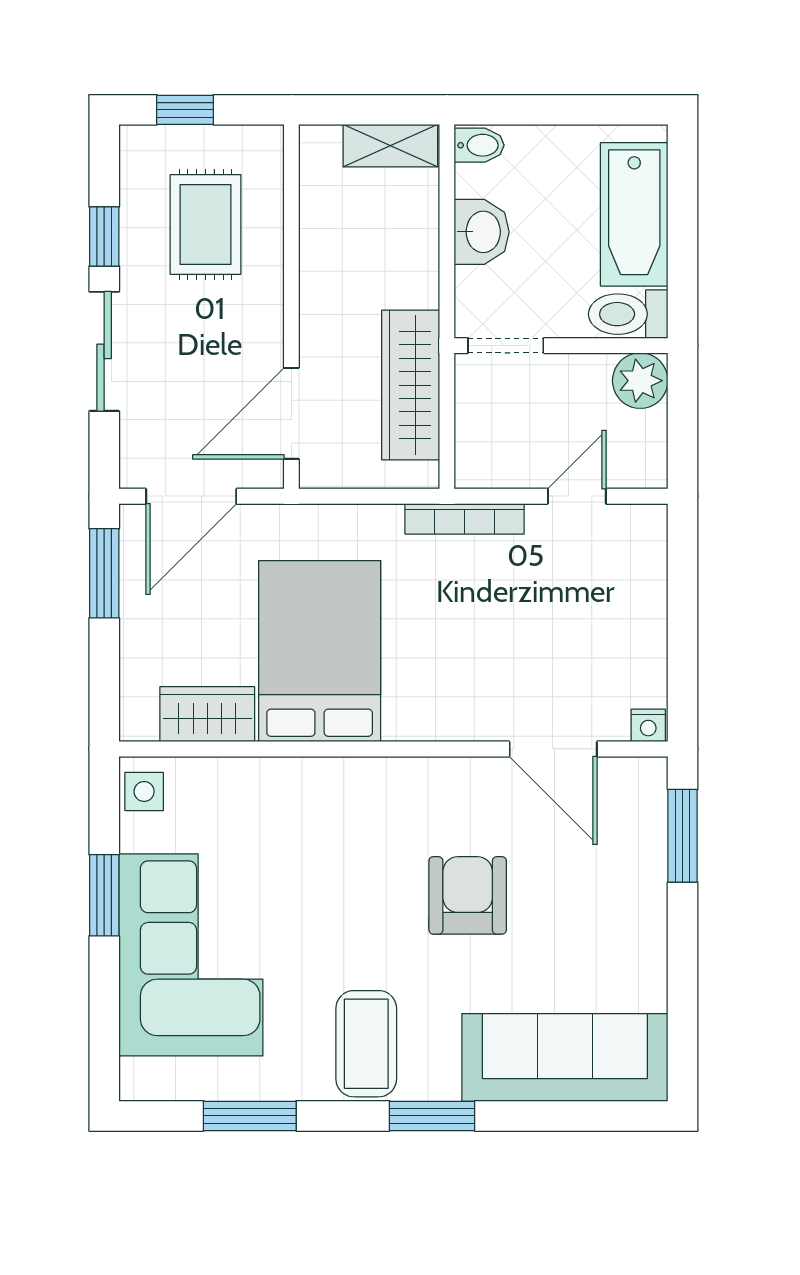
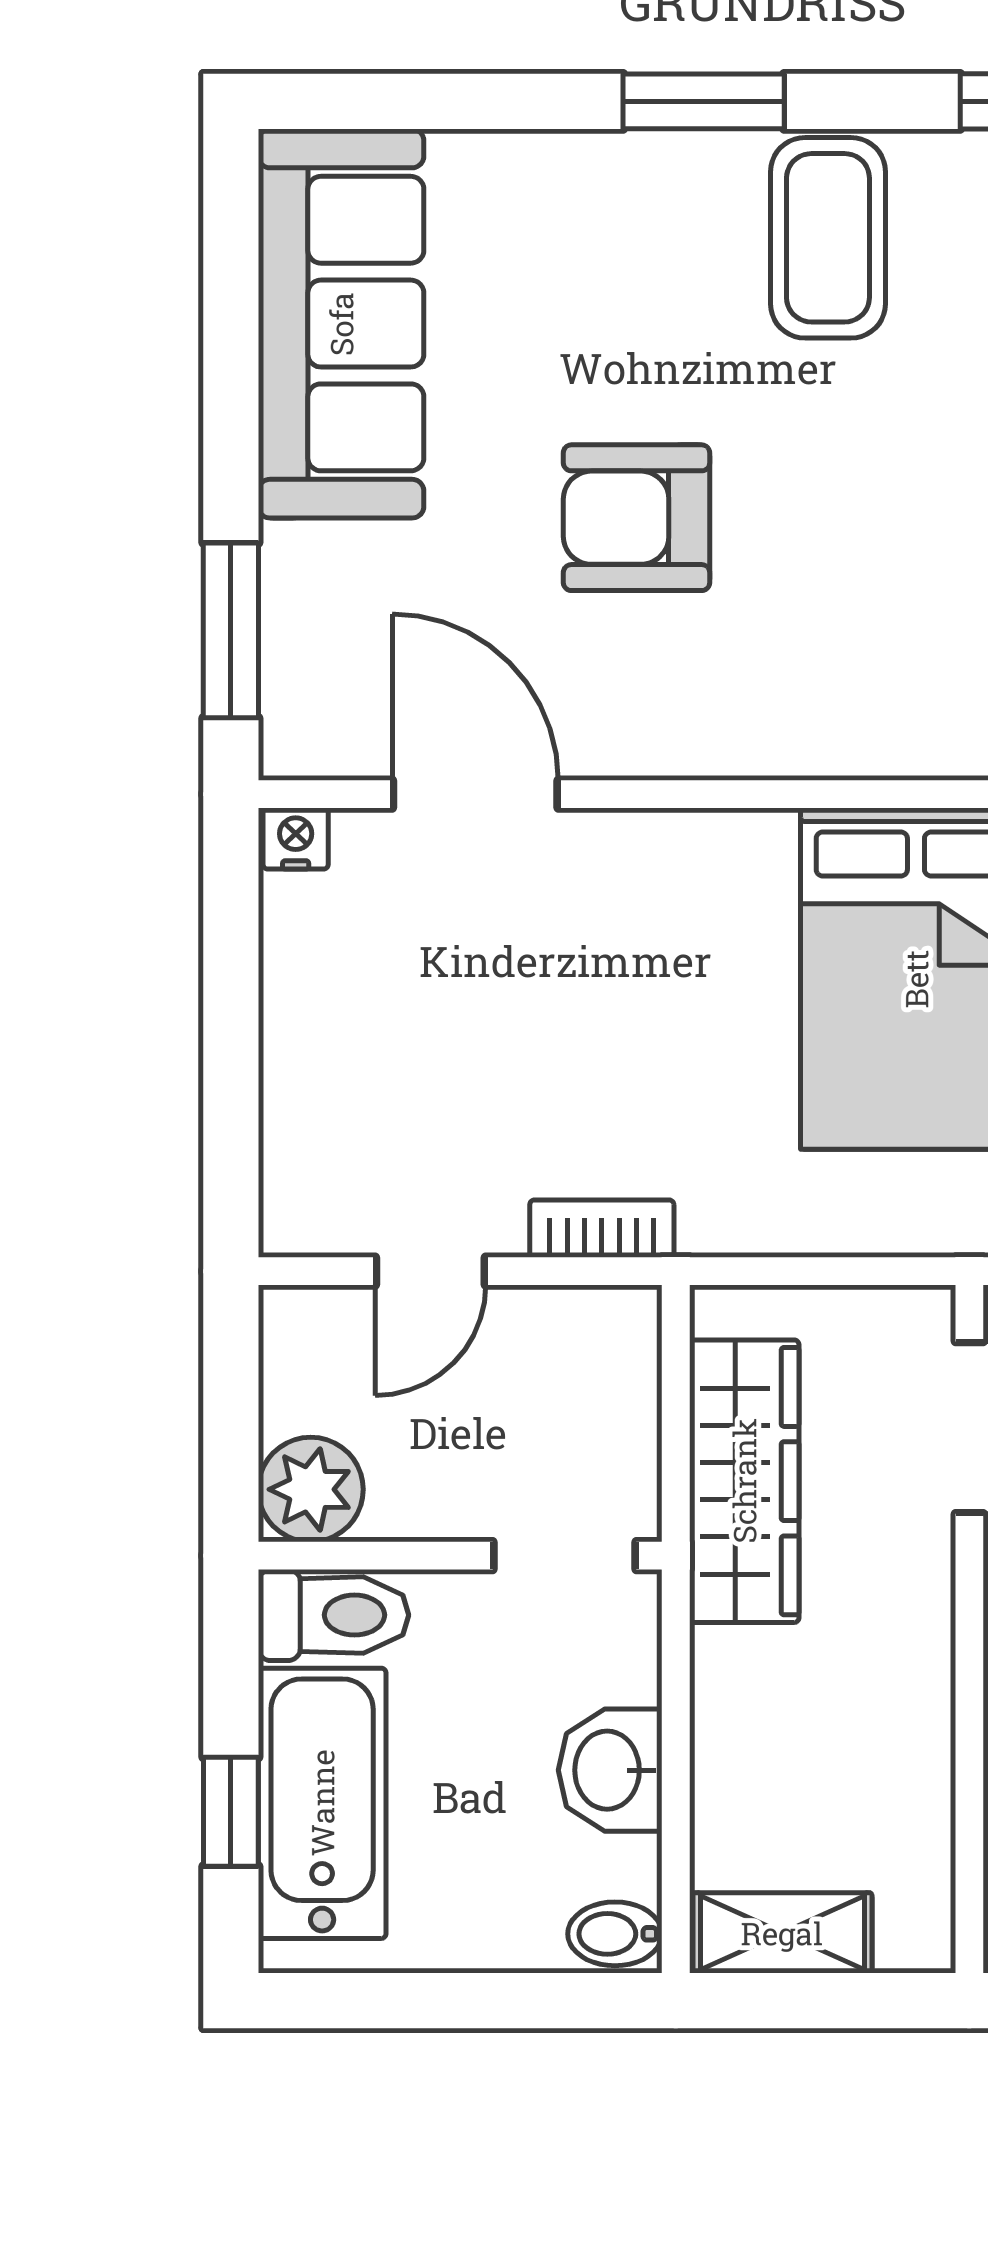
window: (683, 210) -> (231, 1812), added
bookcase: (465, 519) -> (602, 1229), width x0.64
armchair: (468, 895) -> (637, 518), turned 90
sofa: (565, 1058) -> (341, 324), moved, turned -90

